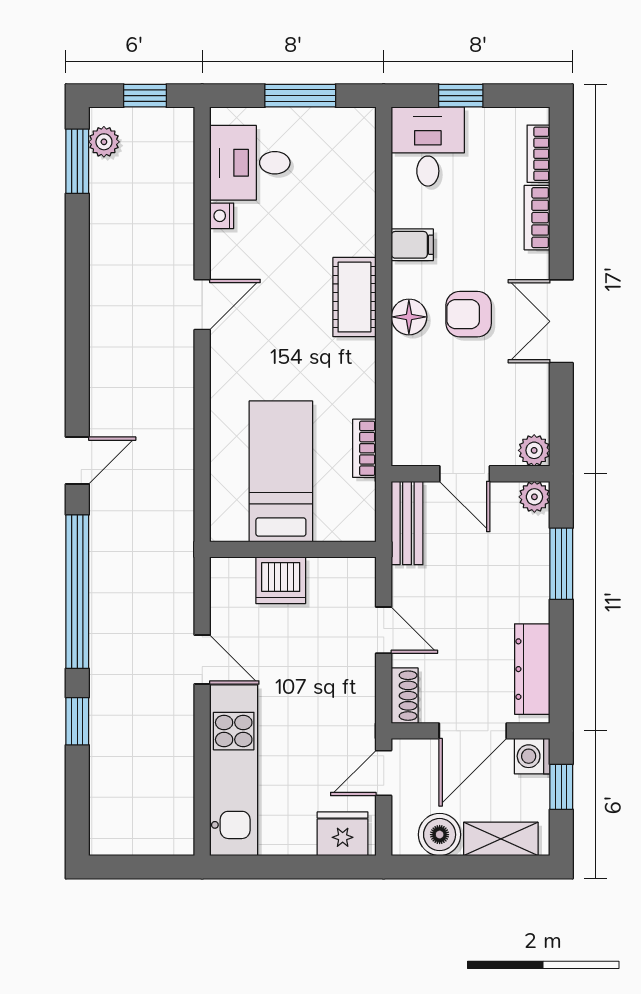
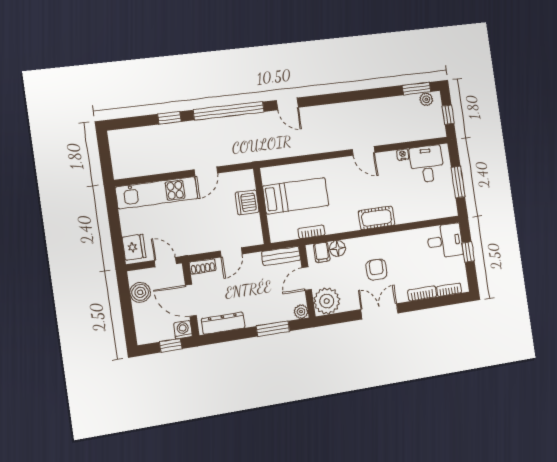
filing cabinet: (412, 245) -> (322, 252), moved
floor lamp: (409, 317) -> (338, 248), moved
plant: (534, 450) -> (327, 301), width x1.87, depth x1.87
shelving: (501, 839) -> (142, 321), removed

